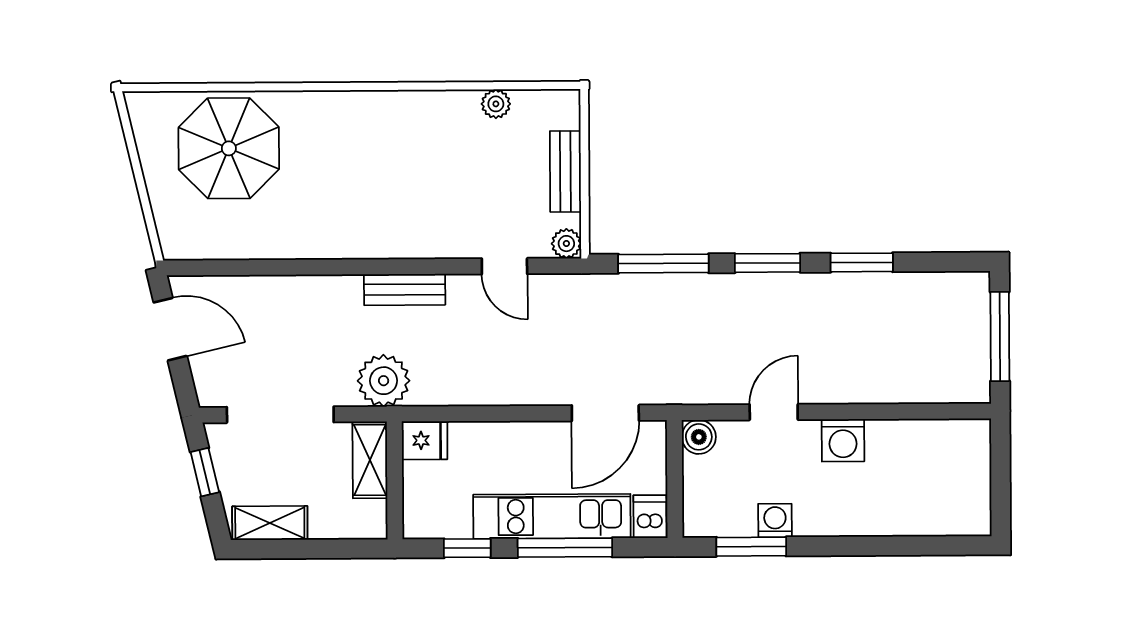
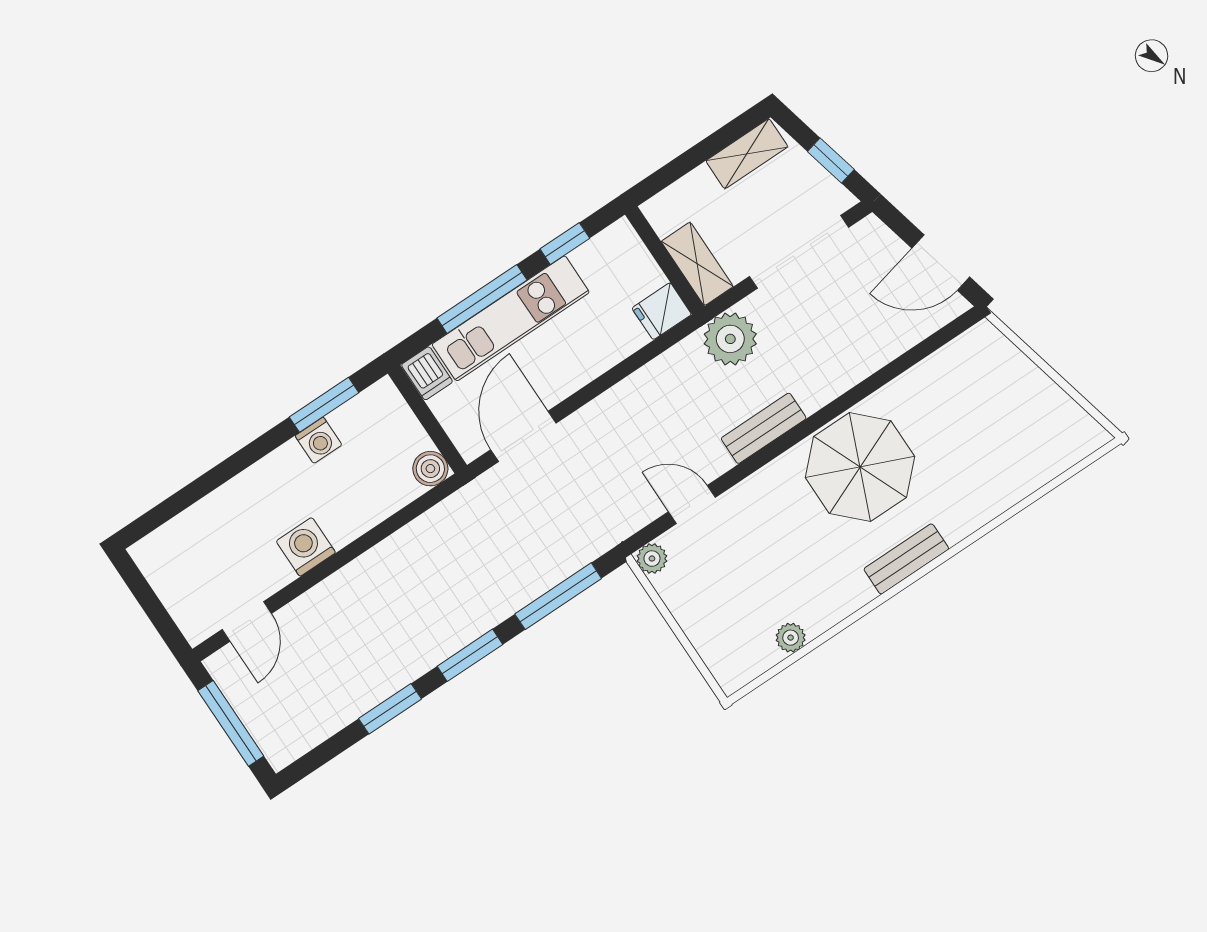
parasol: (229, 148) -> (860, 467), moved
bench: (565, 171) -> (906, 559), moved, turned 90
door: (774, 412) -> (247, 622), moved

